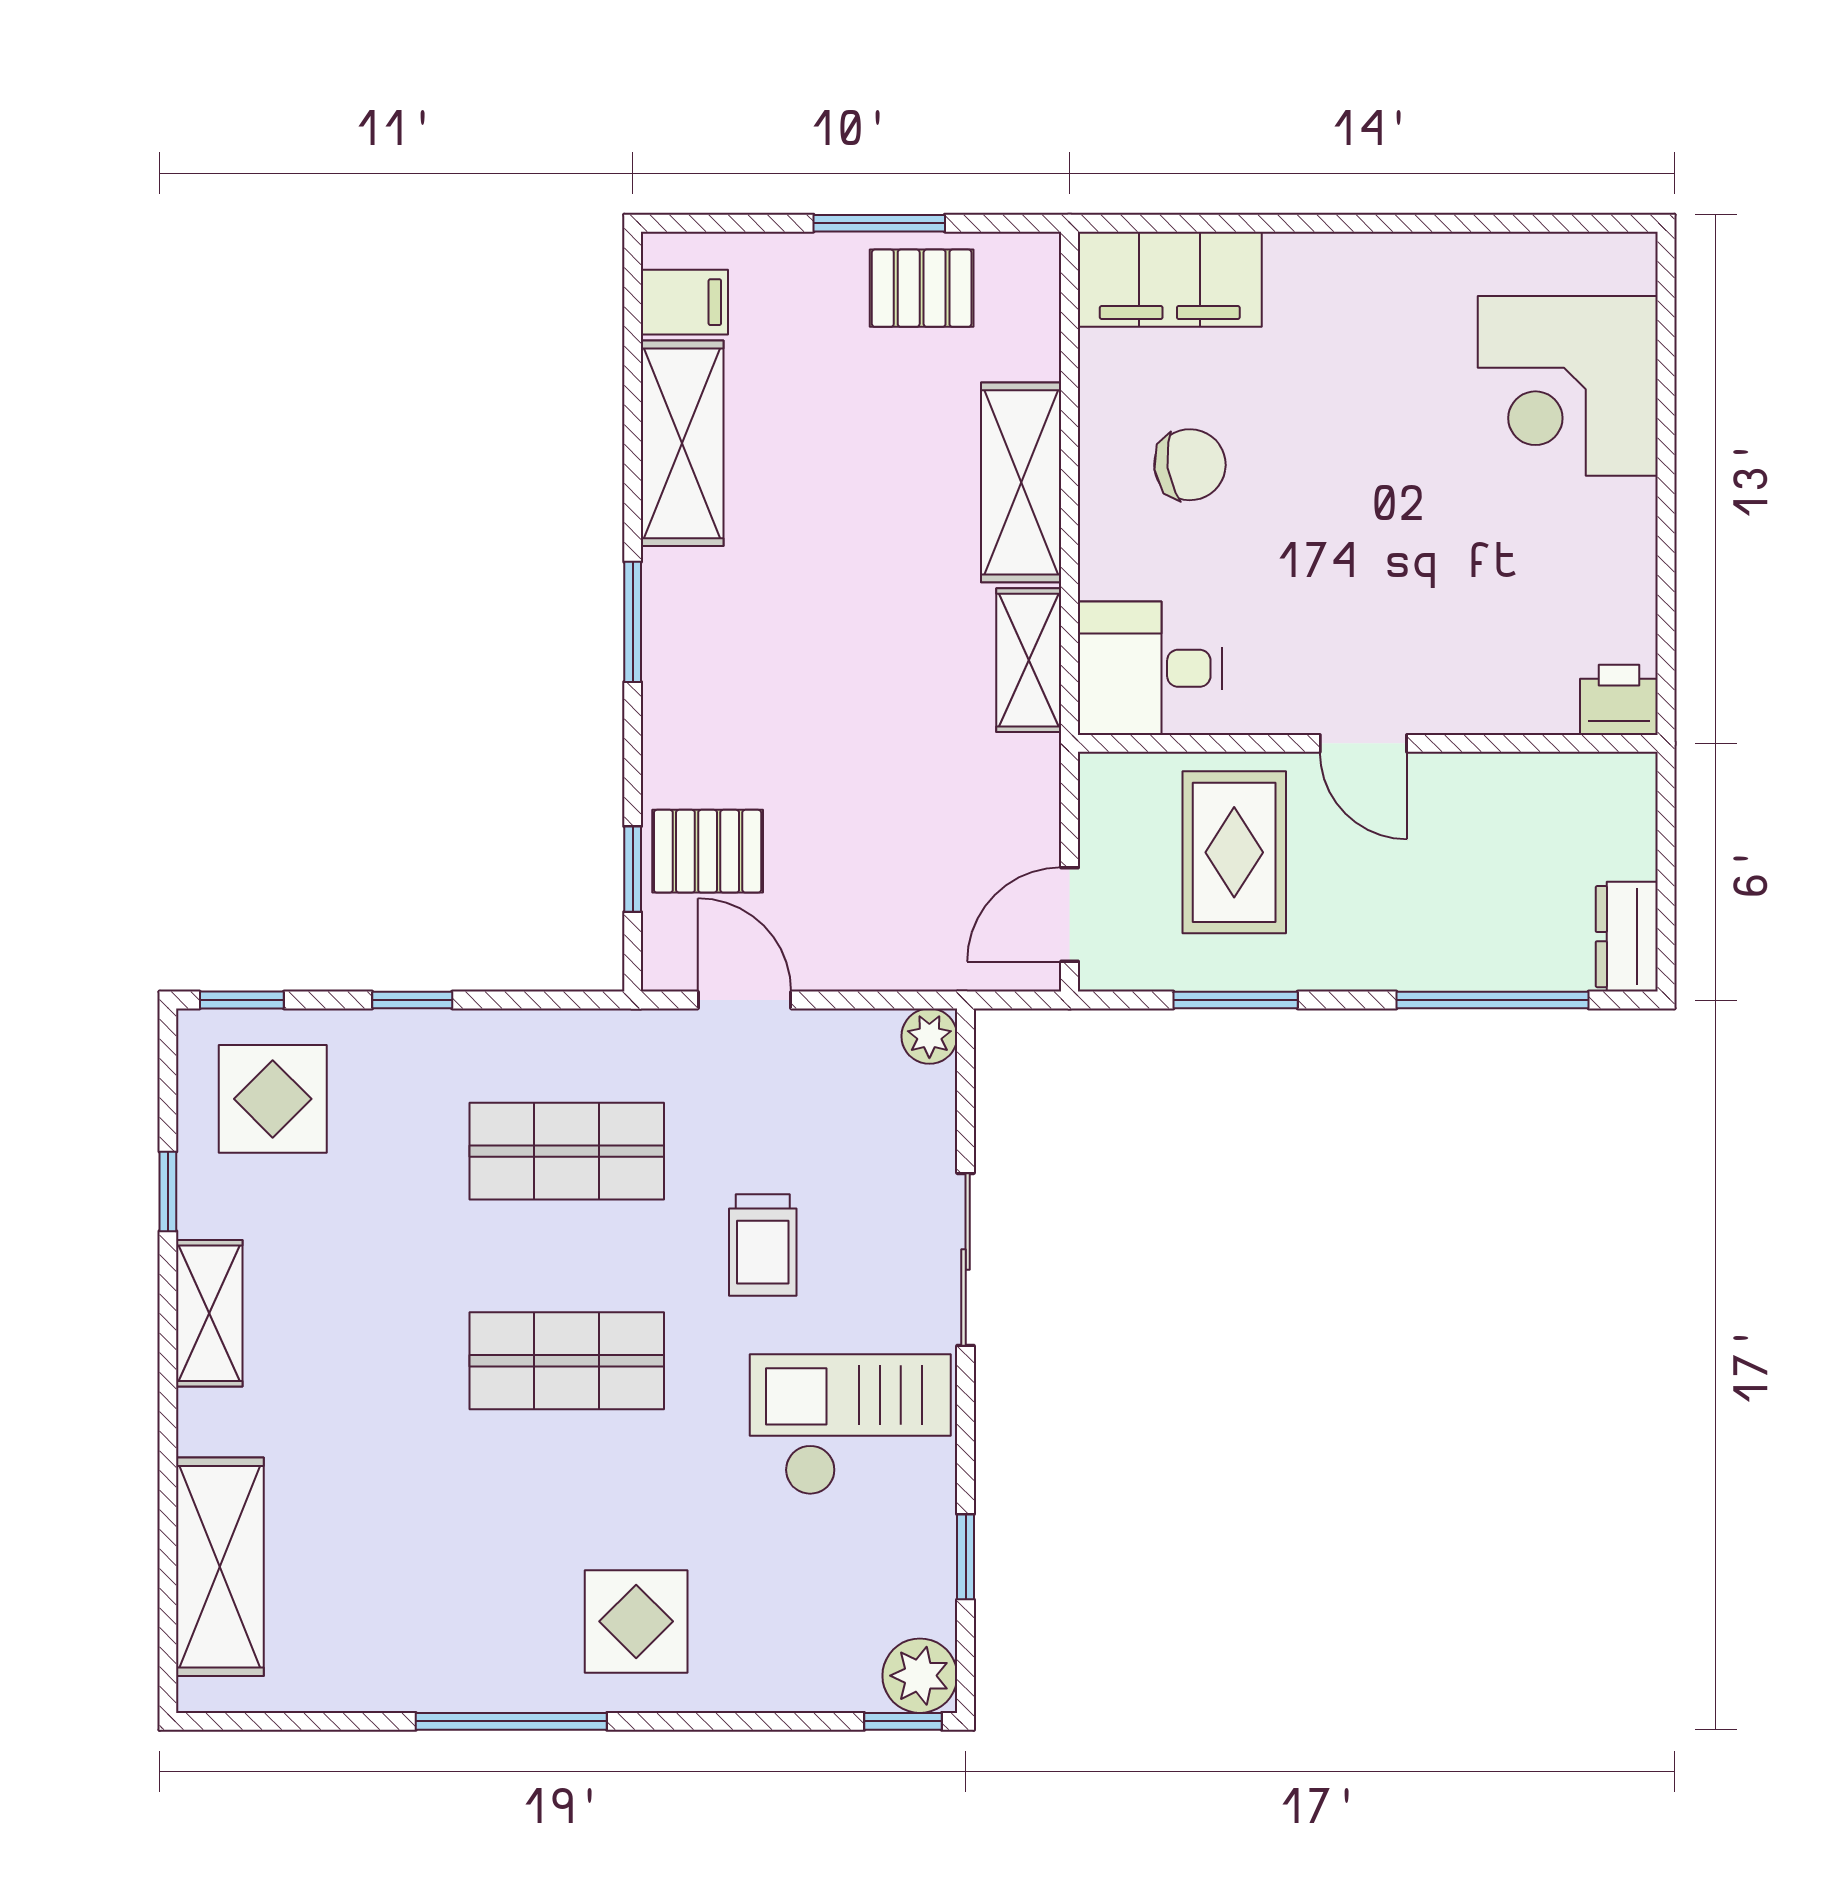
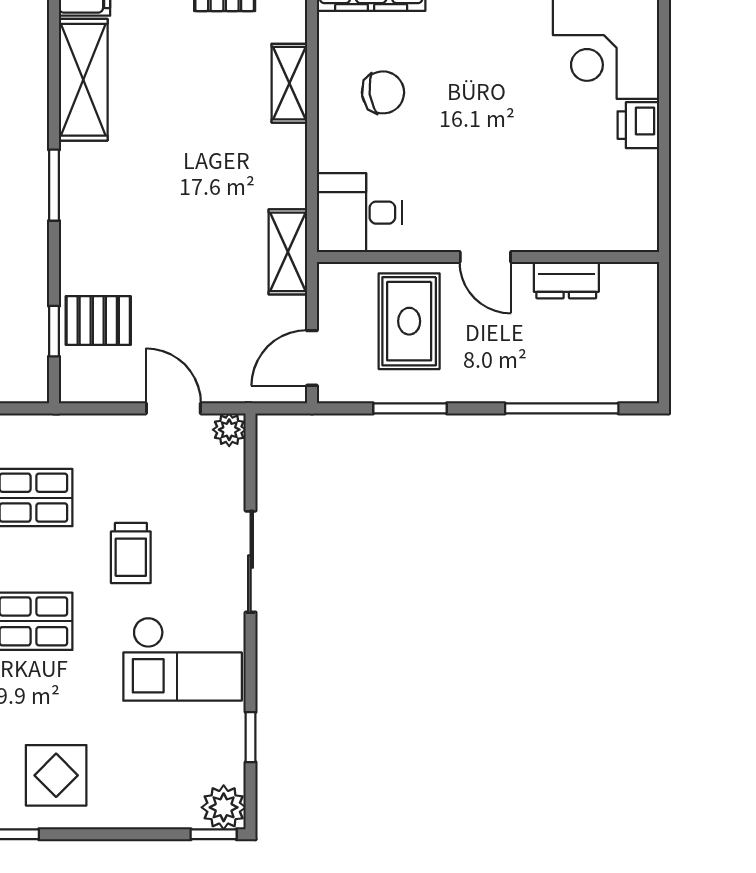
shelving: (1021, 482) -> (289, 83), width x0.67, depth x0.75
shelving: (1029, 660) -> (288, 252), moved
printer: (1619, 700) -> (638, 125), moved, turned -90
dresser: (1627, 937) -> (566, 280), moved, turned -90
door: (744, 1000) -> (173, 408), moved
checkout: (850, 1425) -> (183, 659), turned 180

